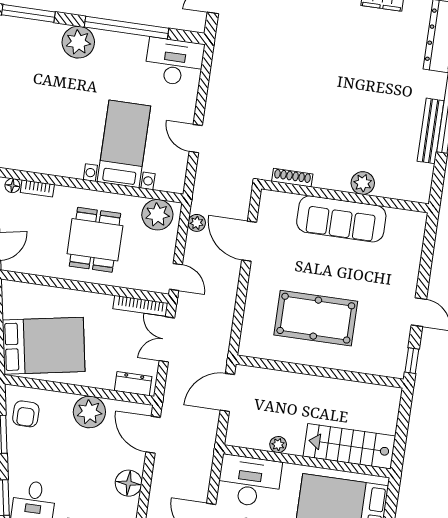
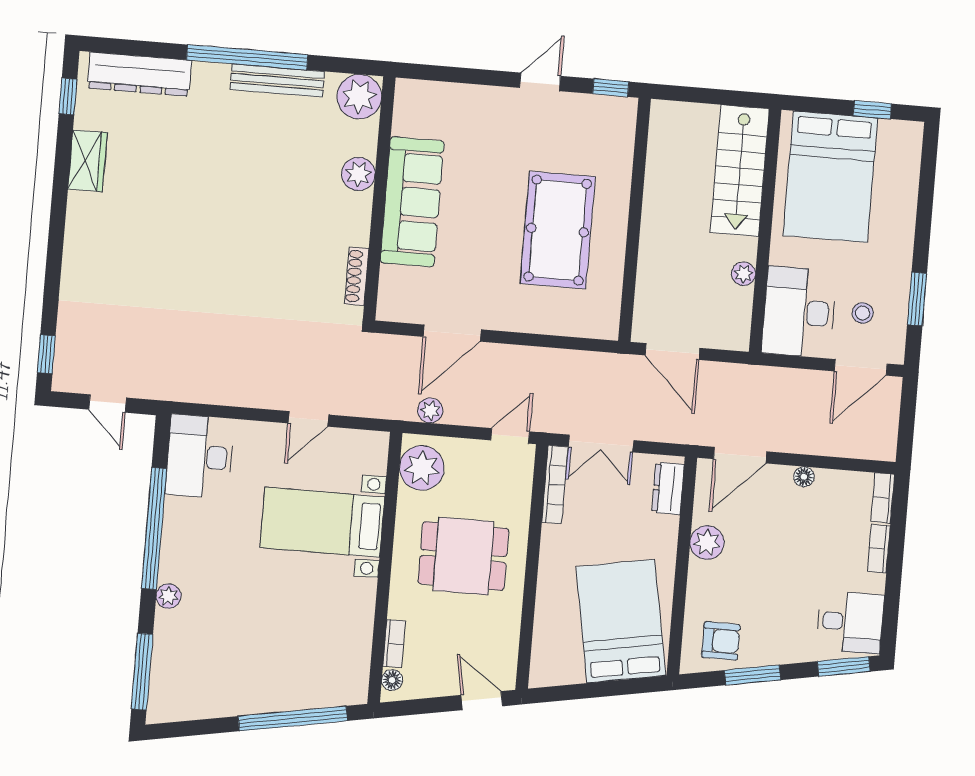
plant: (78, 42) -> (168, 596), width x0.53, depth x0.53
plant: (416, 187) -> (359, 97), added
plant: (89, 412) -> (707, 543), width x0.73, depth x0.73
floor lamp: (129, 483) -> (804, 477), width x0.53, depth x0.53

